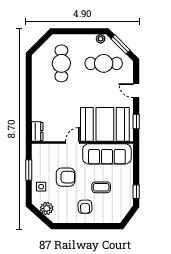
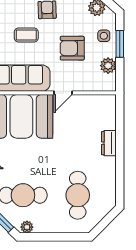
dresser: (37, 131) -> (109, 143), moved
plant: (38, 164) -> (108, 66), added
window: (29, 170) -> (120, 44), moved

